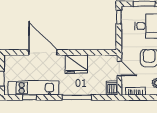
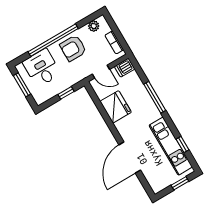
window: (119, 17) -> (66, 93), moved
fridge: (76, 64) -> (116, 107), moved
door: (119, 69) -> (101, 72), swing flipped

